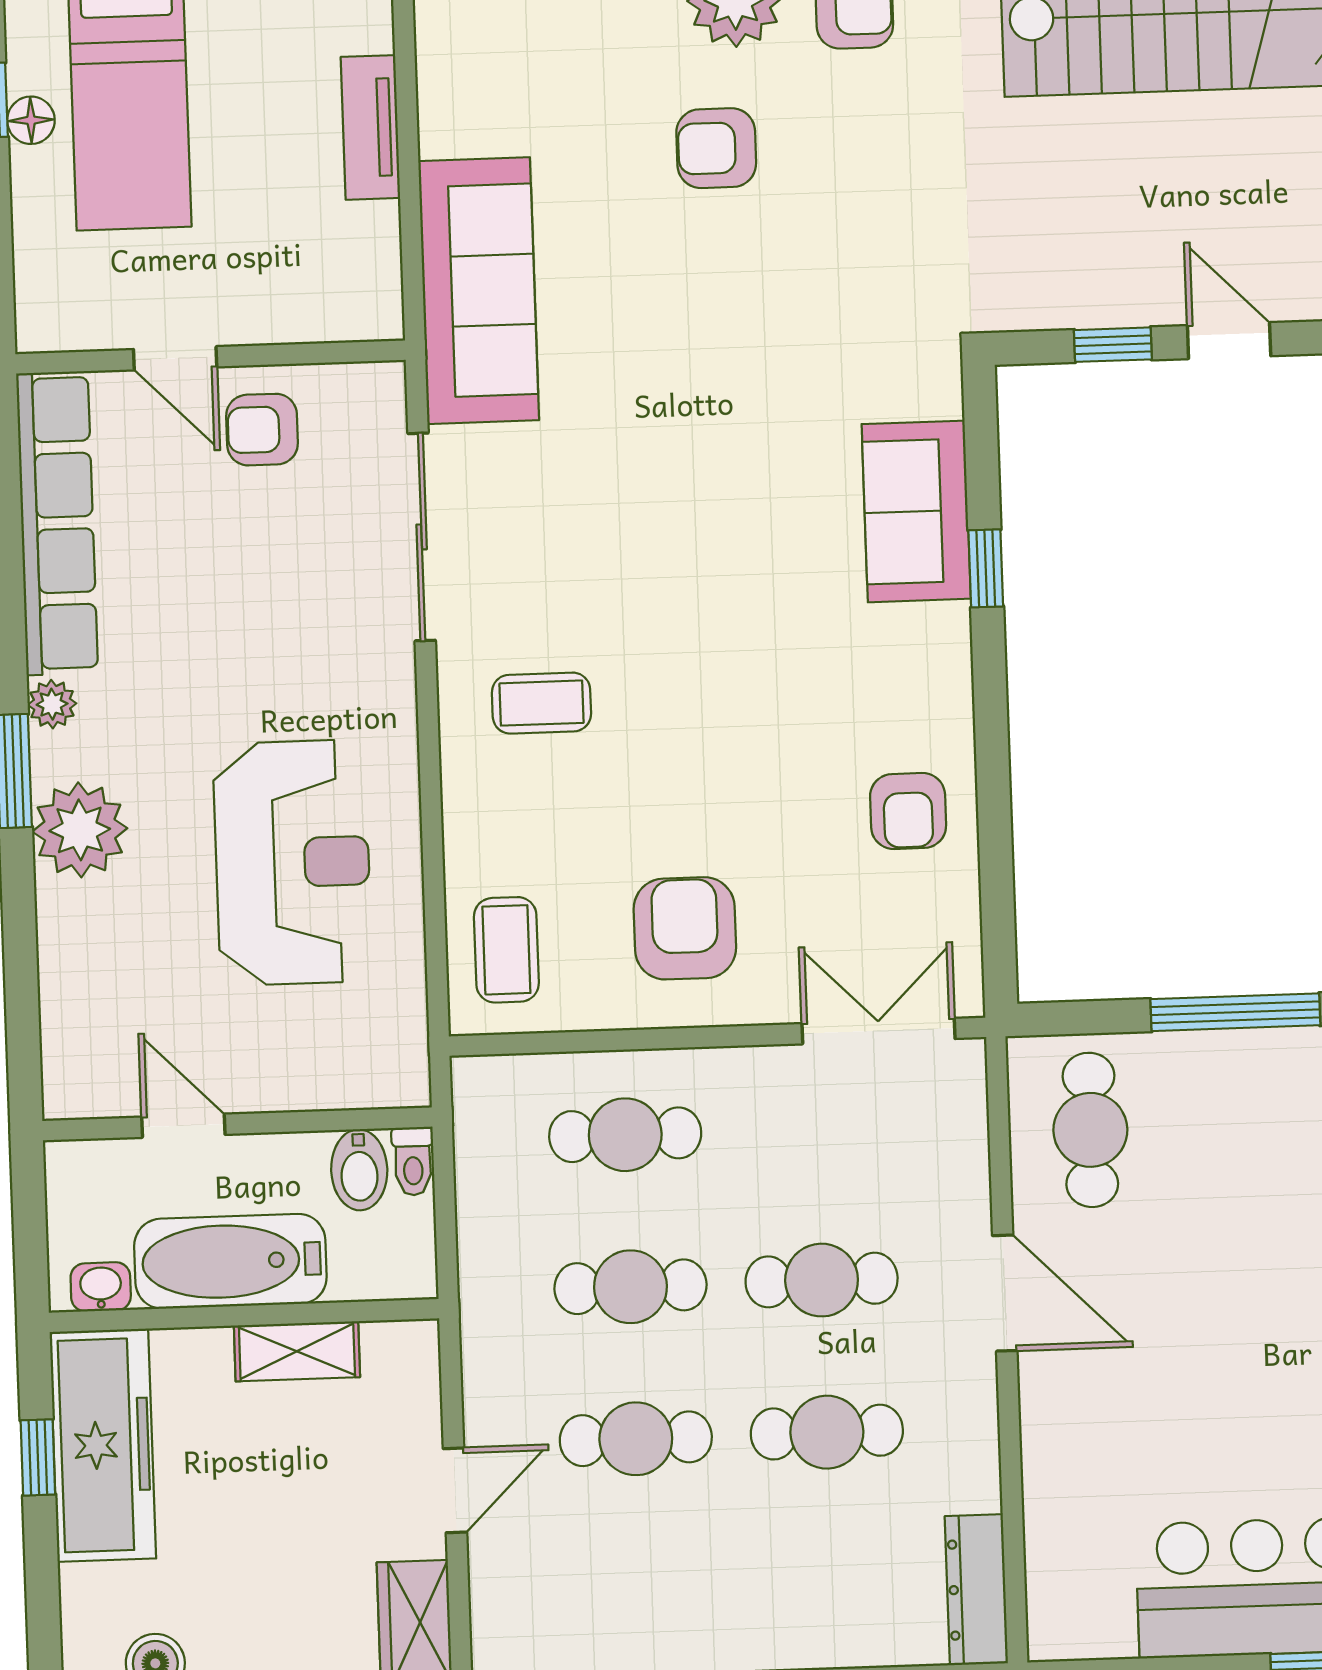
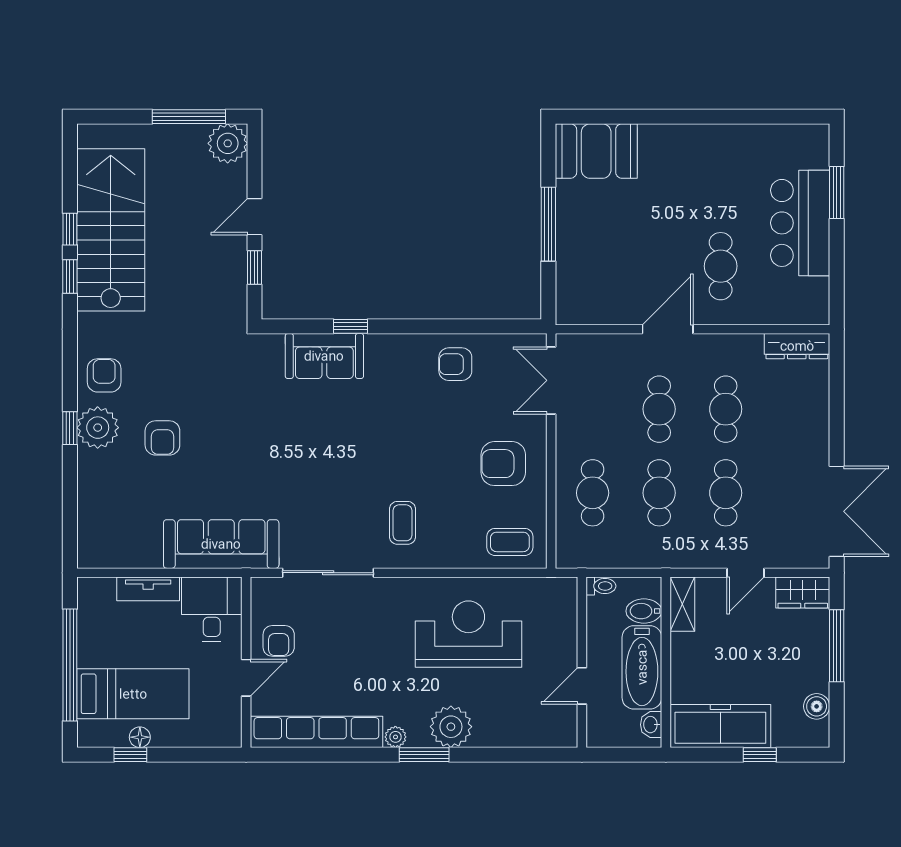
desk: (329, 274) -> (212, 609), added
armchair: (908, 811) -> (455, 364), turned 180
cafe table: (1090, 1130) -> (721, 266), moved, turned 90
bidet: (359, 1170) -> (644, 611), moved, turned 180
shelving: (297, 1351) -> (682, 604), moved
window: (38, 1457) -> (760, 755), moved
door: (455, 1490) -> (746, 573), swing flipped

